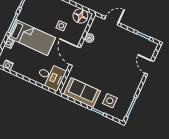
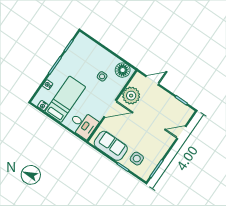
bed: (32, 38) -> (65, 99), moved, turned -90
plant: (90, 38) -> (131, 96), width x1.87, depth x1.87
door: (75, 56) -> (110, 109), swing flipped
door: (149, 67) -> (181, 132), hinge flipped

